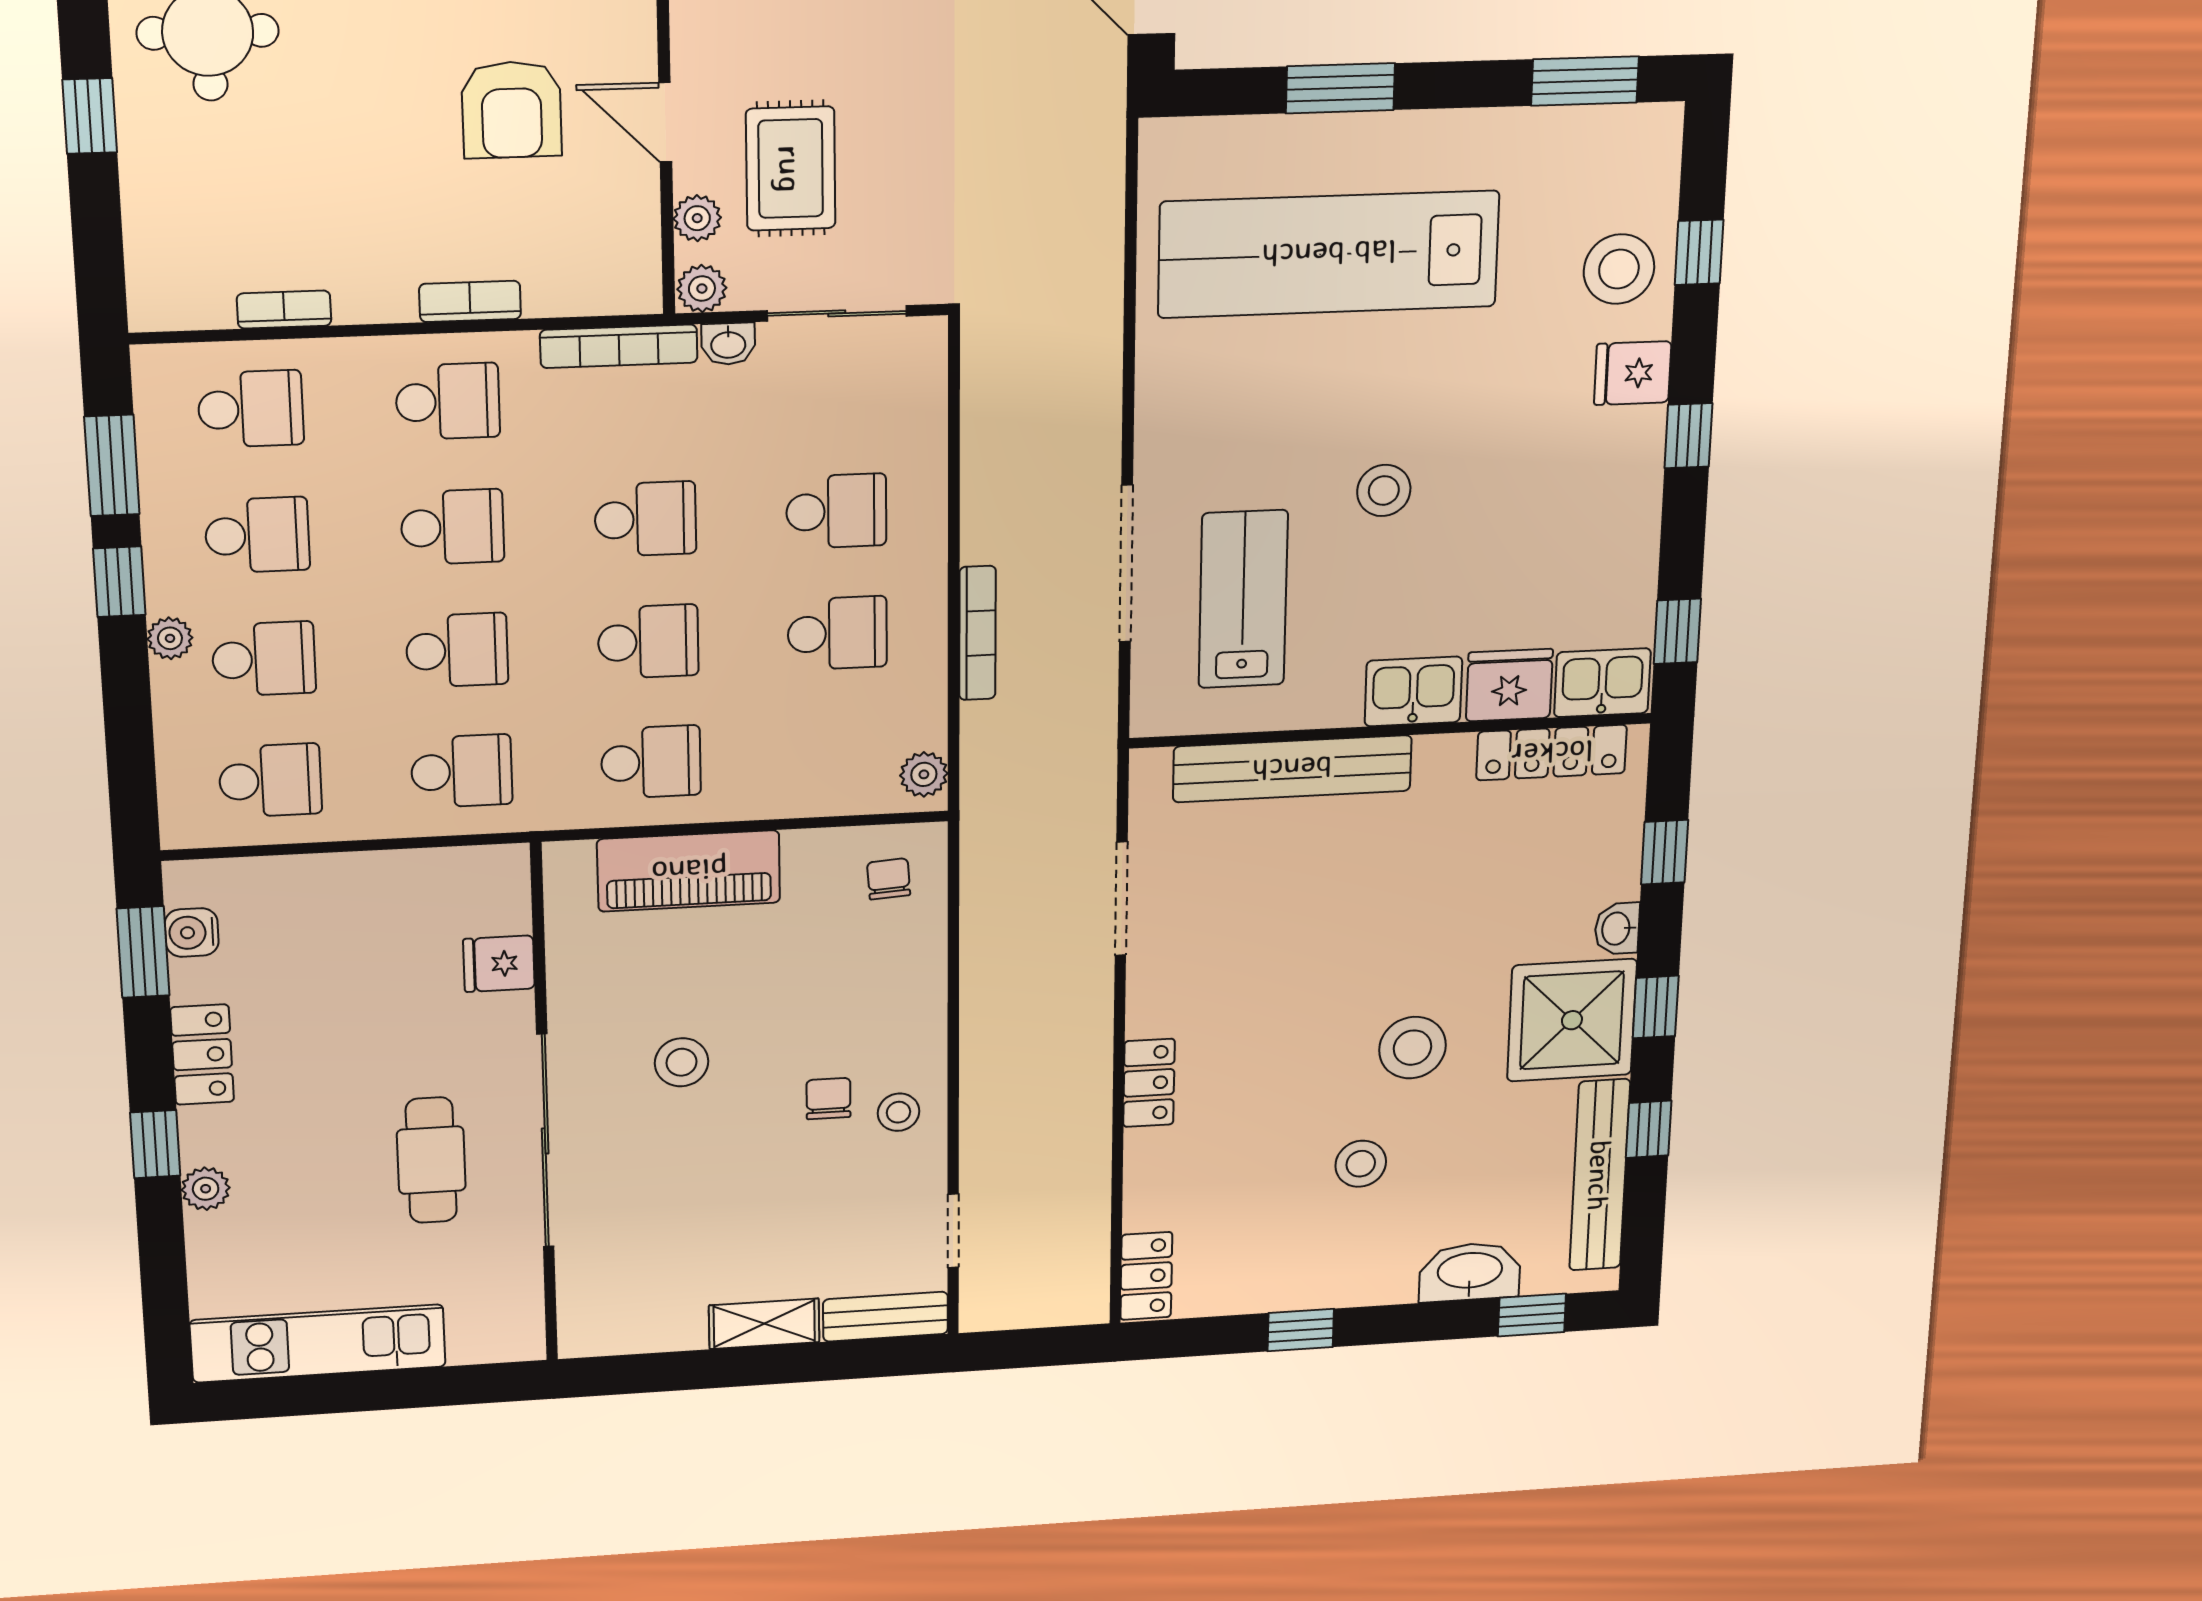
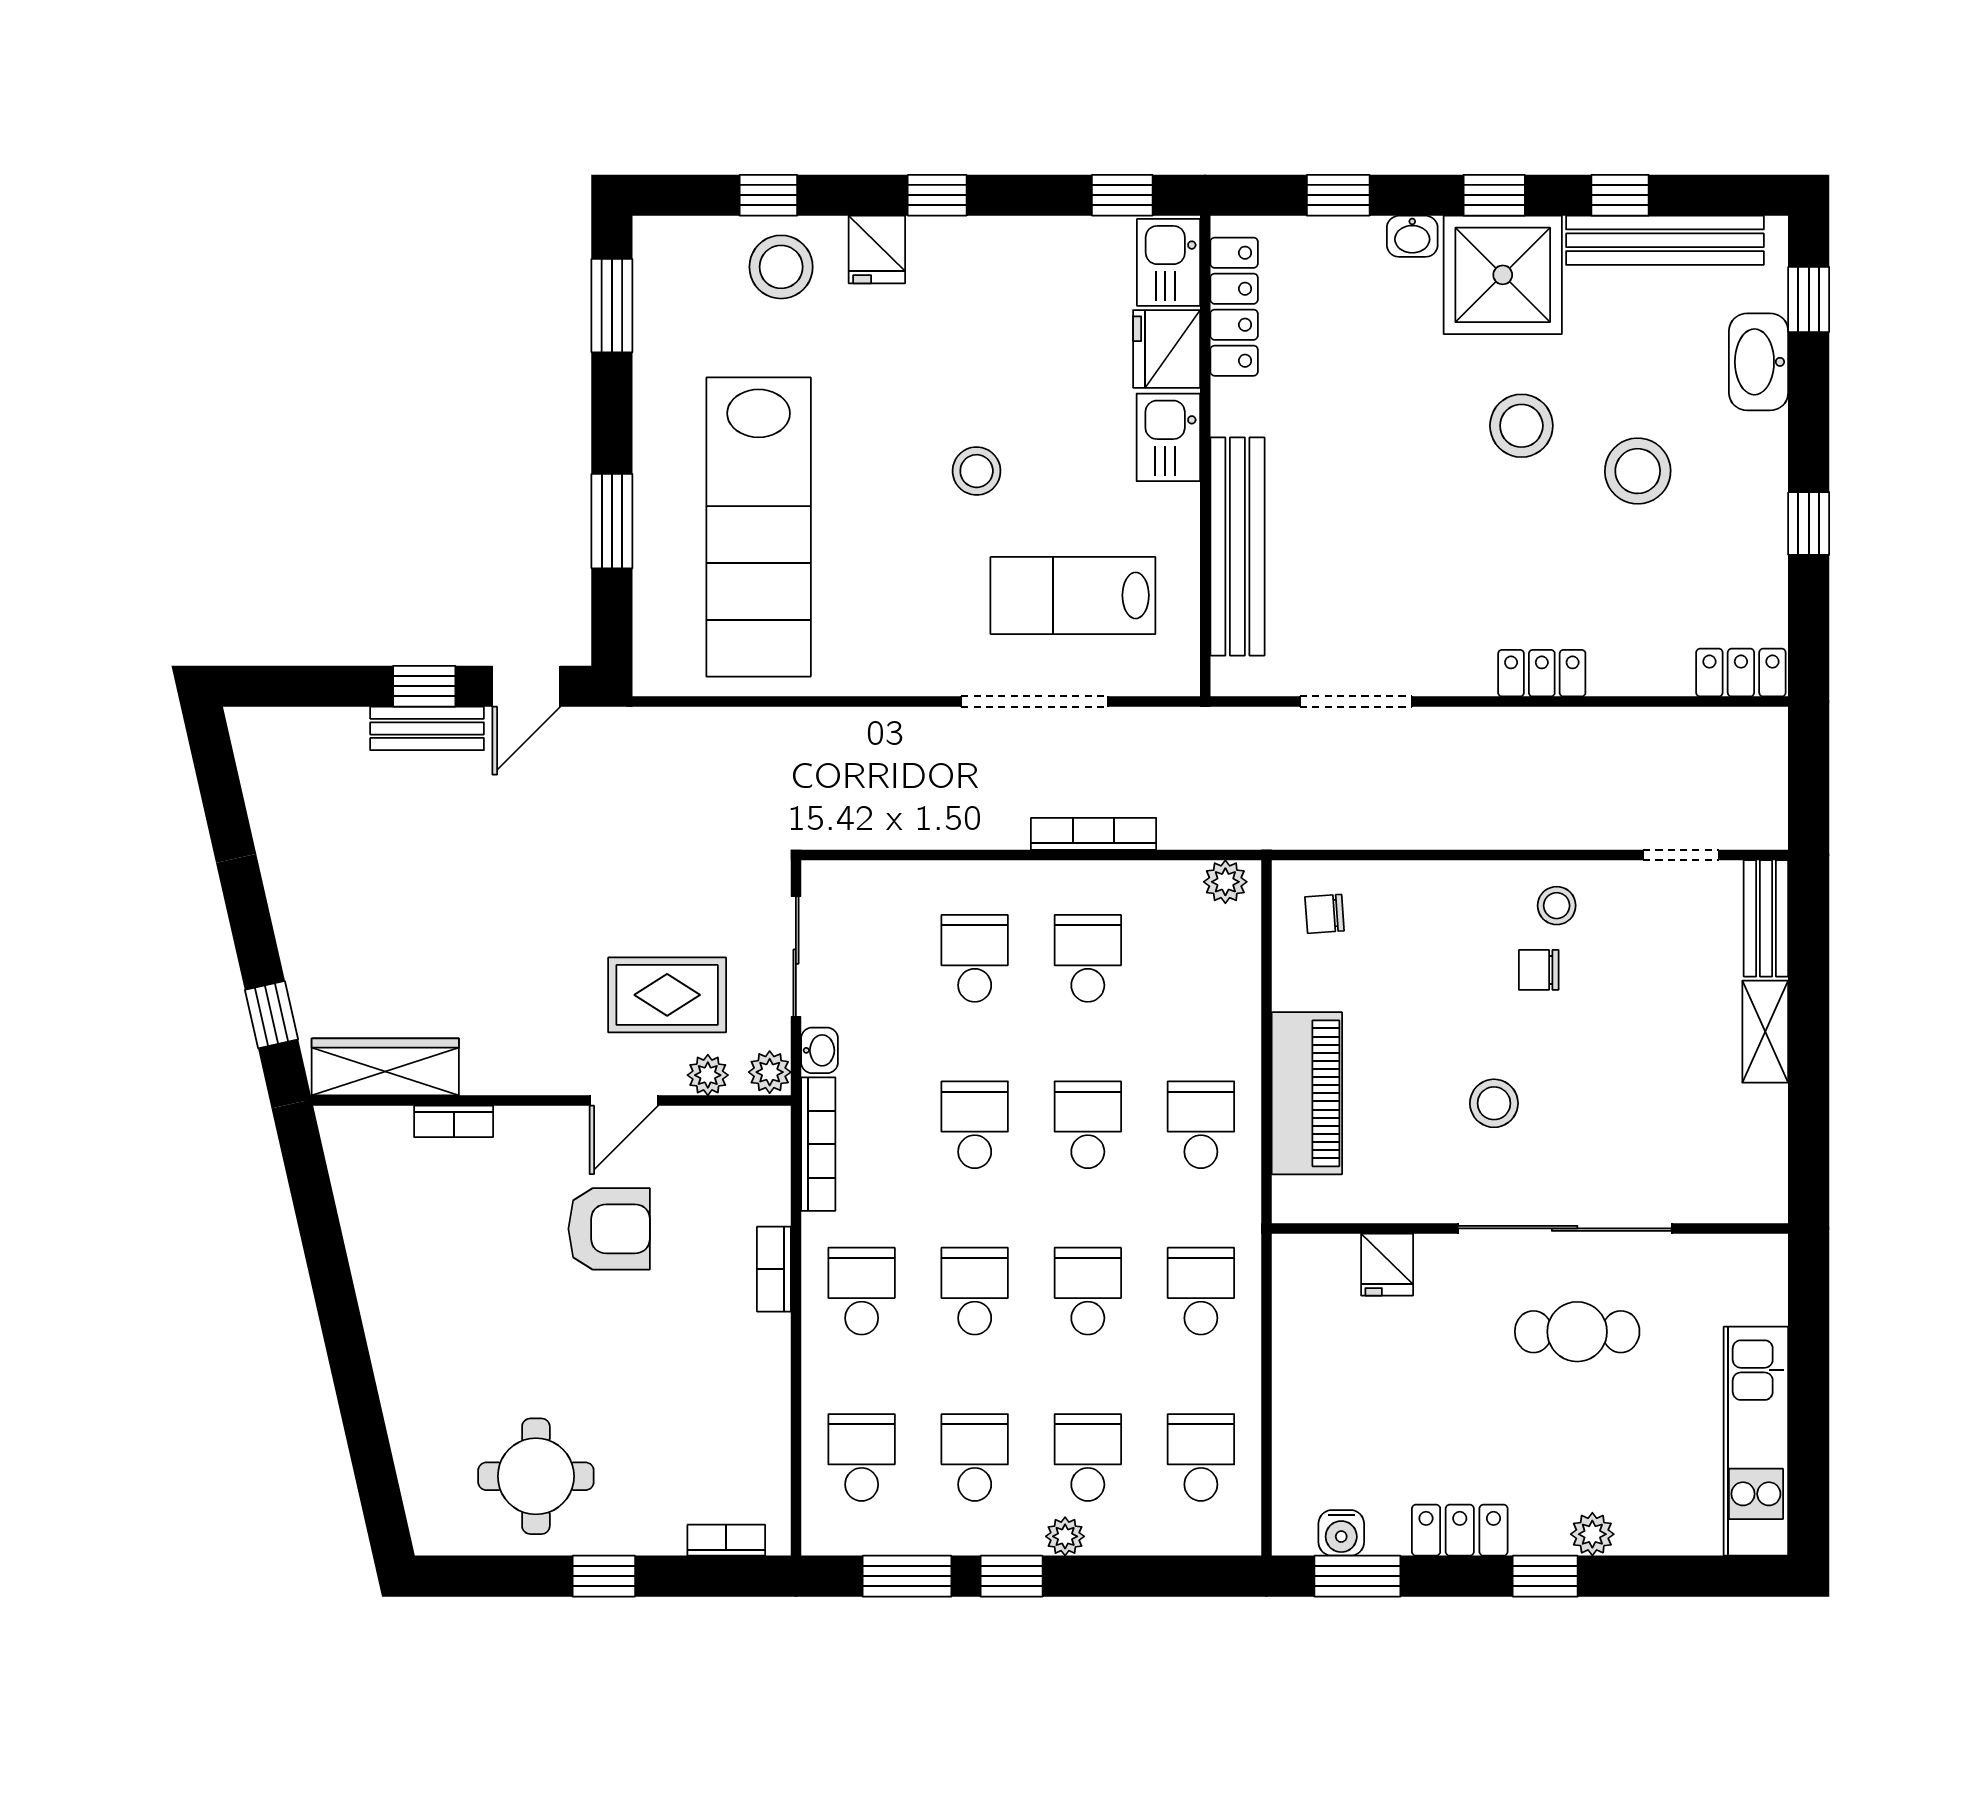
bookcase: (284, 310) -> (726, 1540), moved, turned 90
stool: (1361, 1164) -> (1638, 471), width x1.38, depth x1.38

